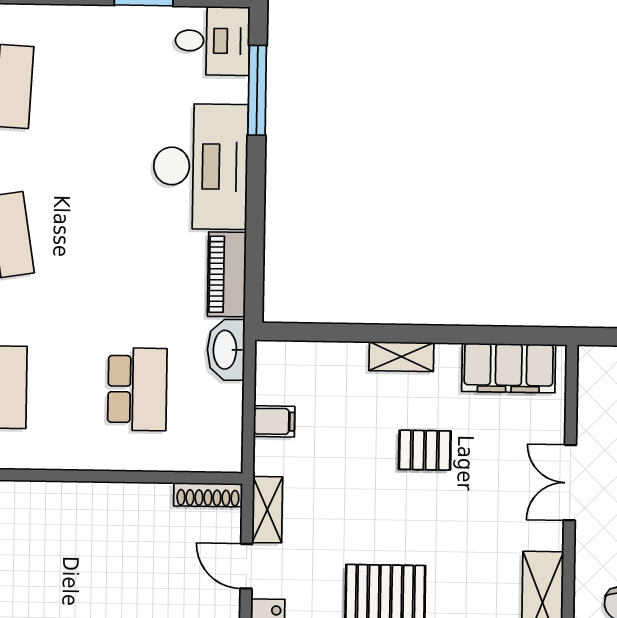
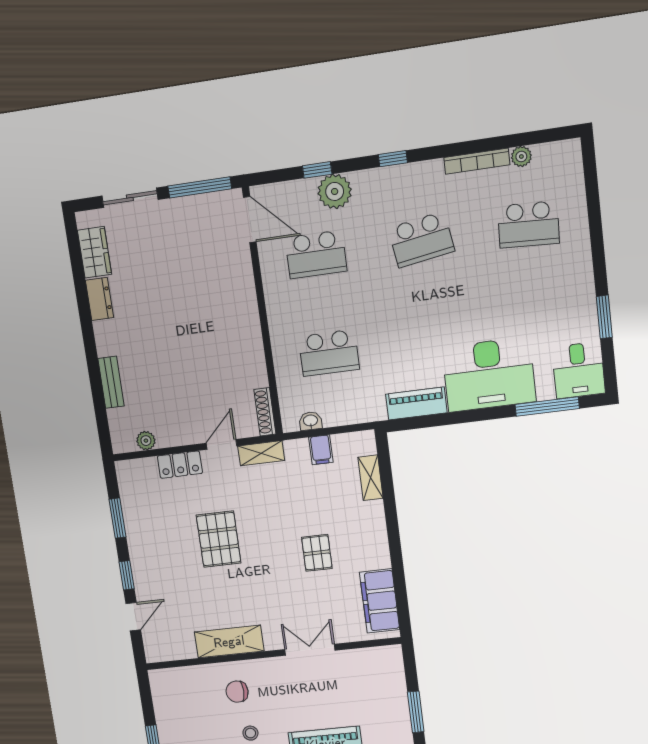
washbasin: (226, 350) -> (310, 421), moved, width x0.52, depth x0.69
shelving: (401, 357) -> (370, 478), moved

